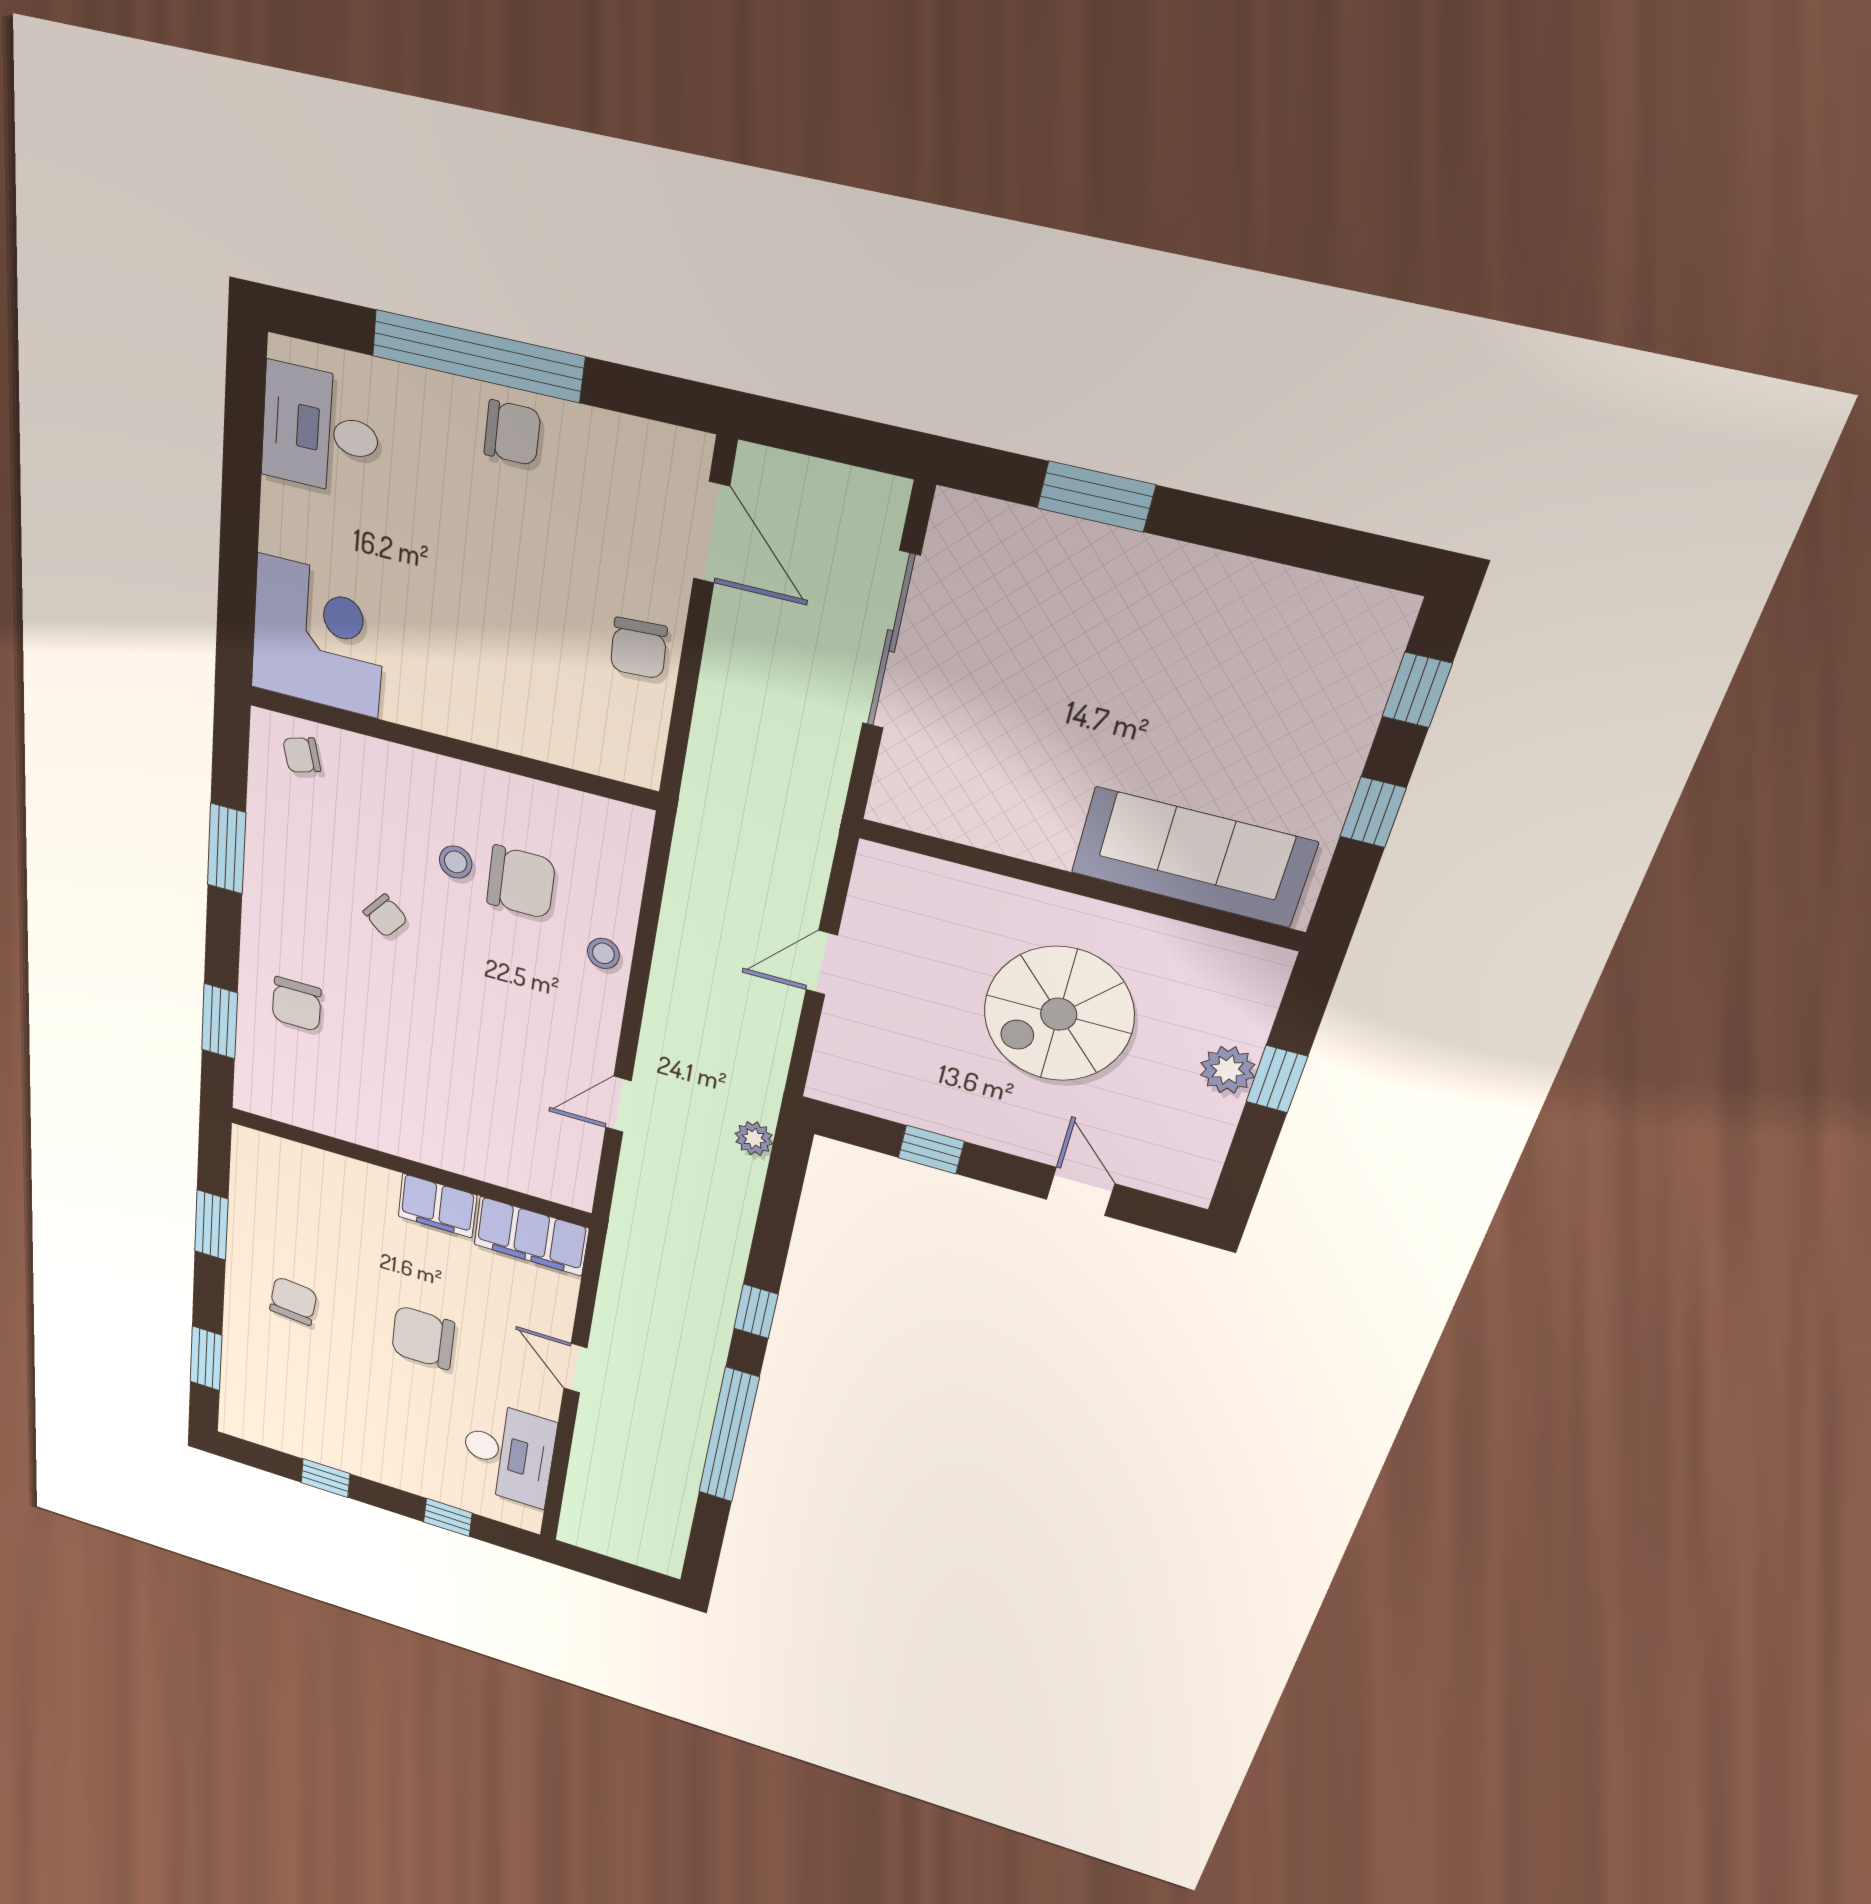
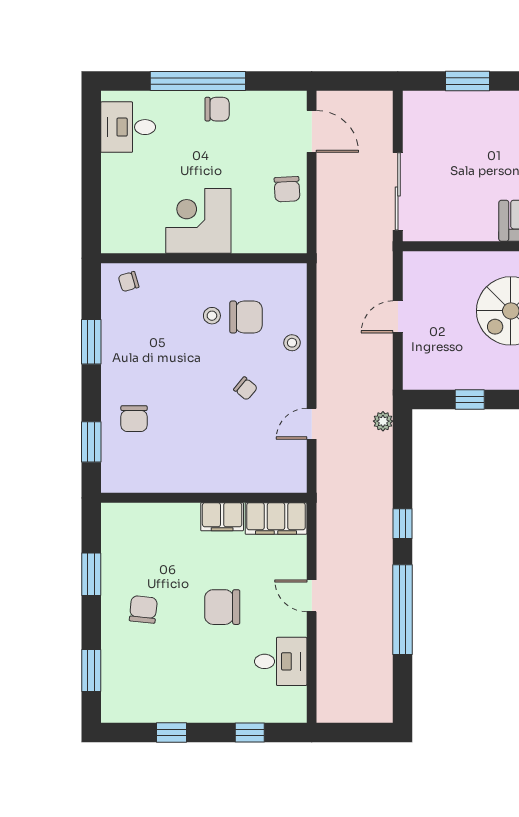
corner desk: (318, 636) -> (198, 221), moved, turned -90
sliding door: (891, 641) -> (398, 191), moved
chair: (385, 916) -> (246, 389), moved
desk: (508, 1454) -> (281, 661), width x0.73

